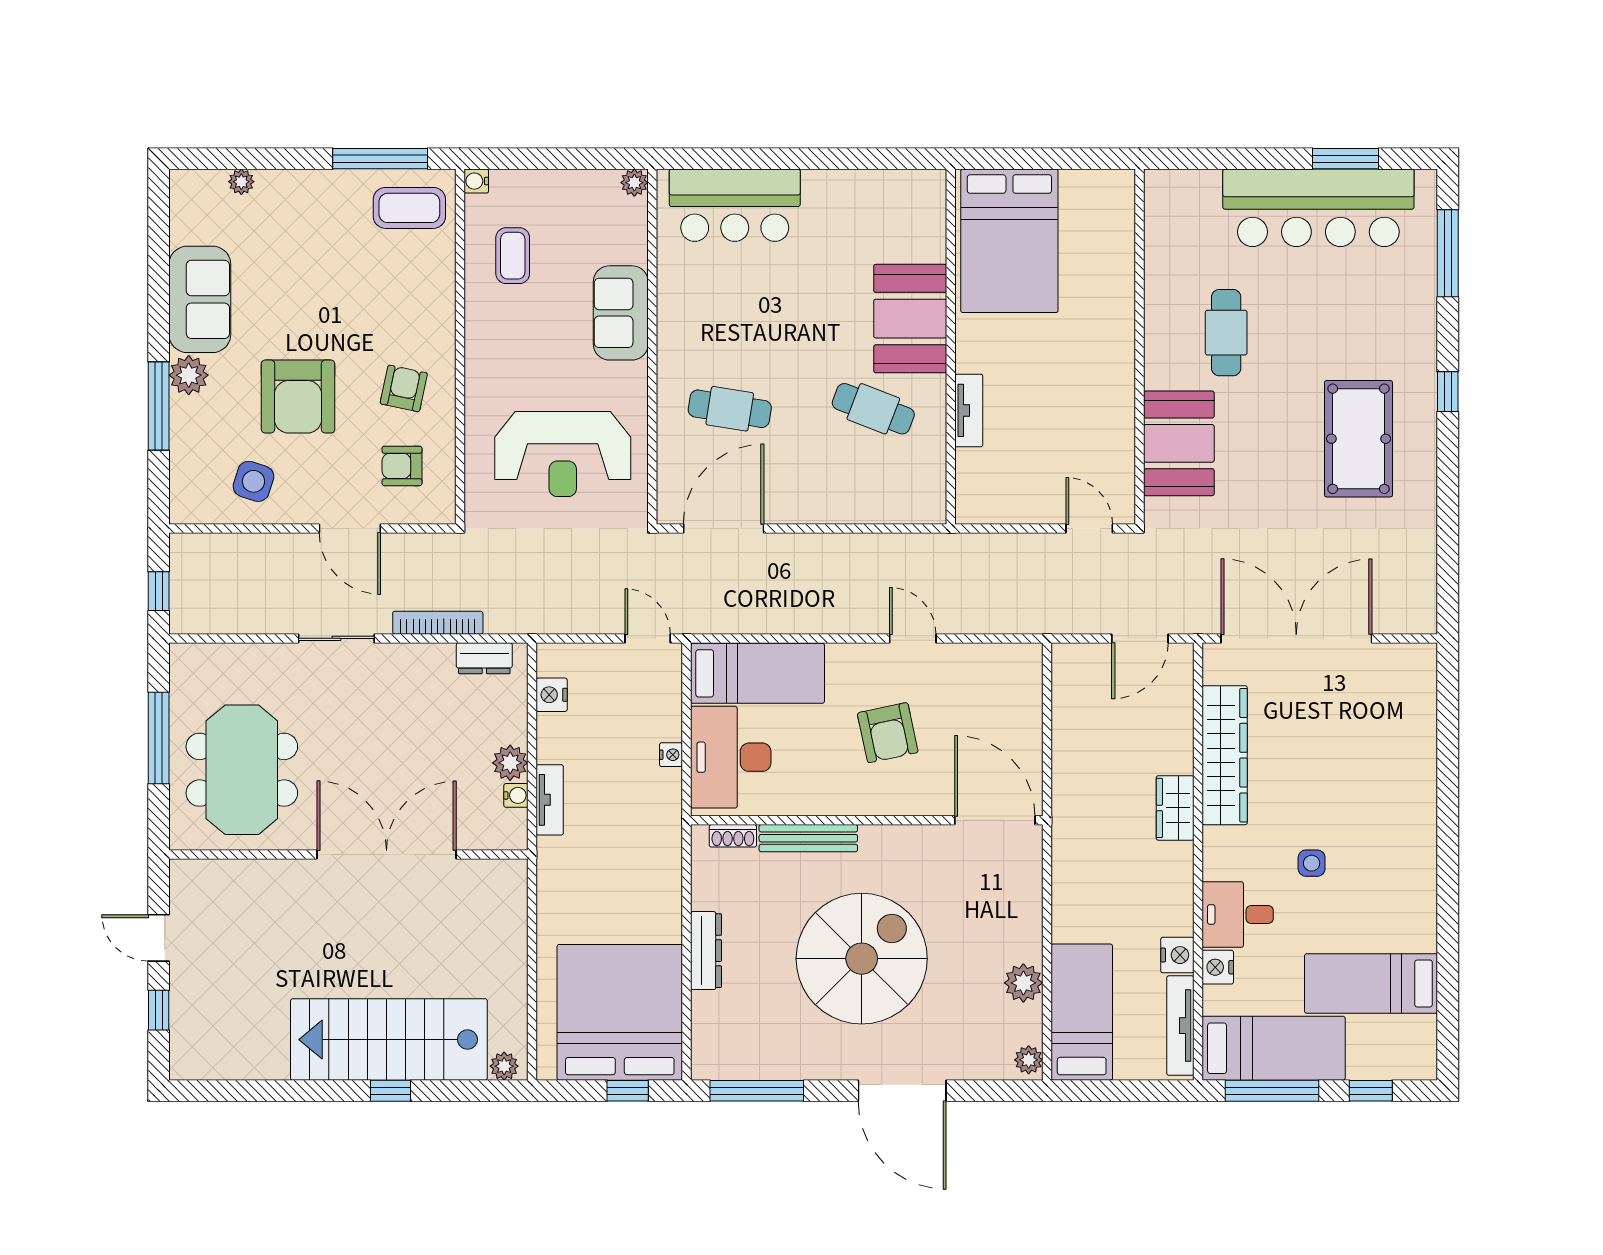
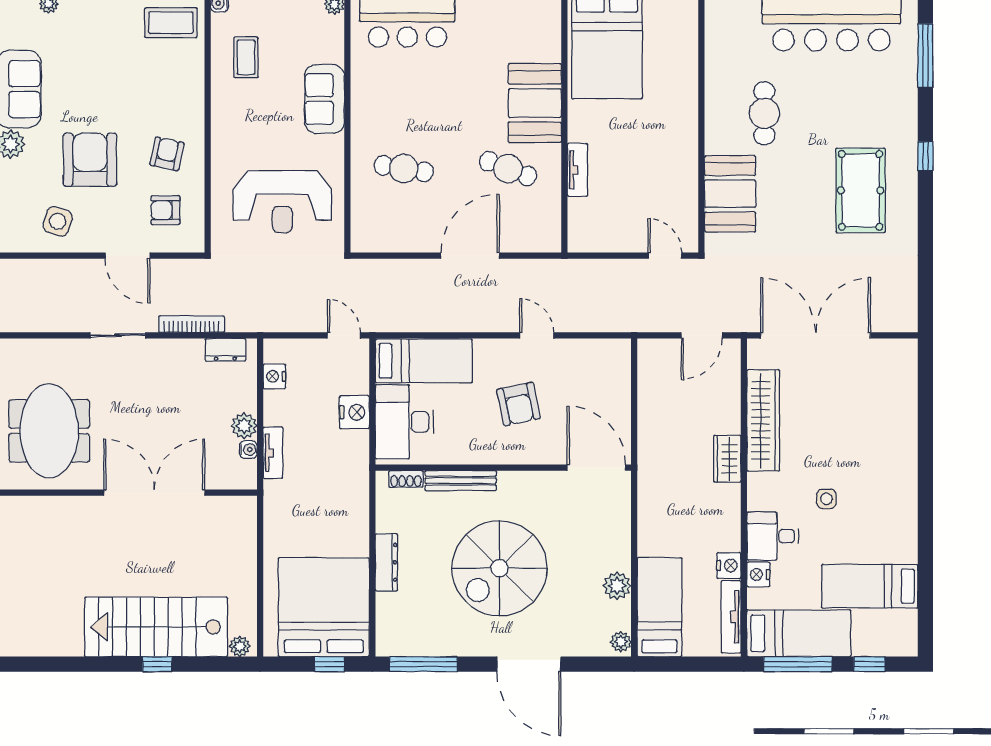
armchair: (298, 397) -> (90, 160), turned 180
door: (724, 529) -> (470, 256), moved
nightstand: (671, 755) -> (354, 412), width x1.89, depth x1.79
spiral stairs: (862, 959) -> (500, 568), turned 180

